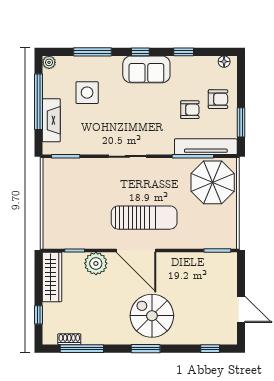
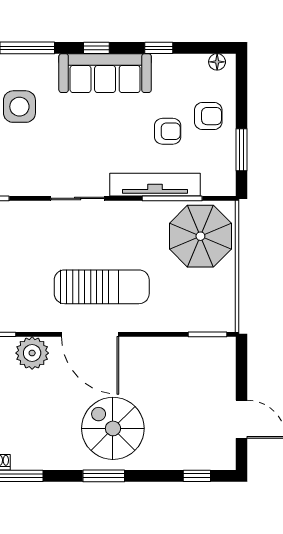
sofa: (146, 69) -> (105, 73), width x1.36
tv unit: (206, 147) -> (155, 185), moved

